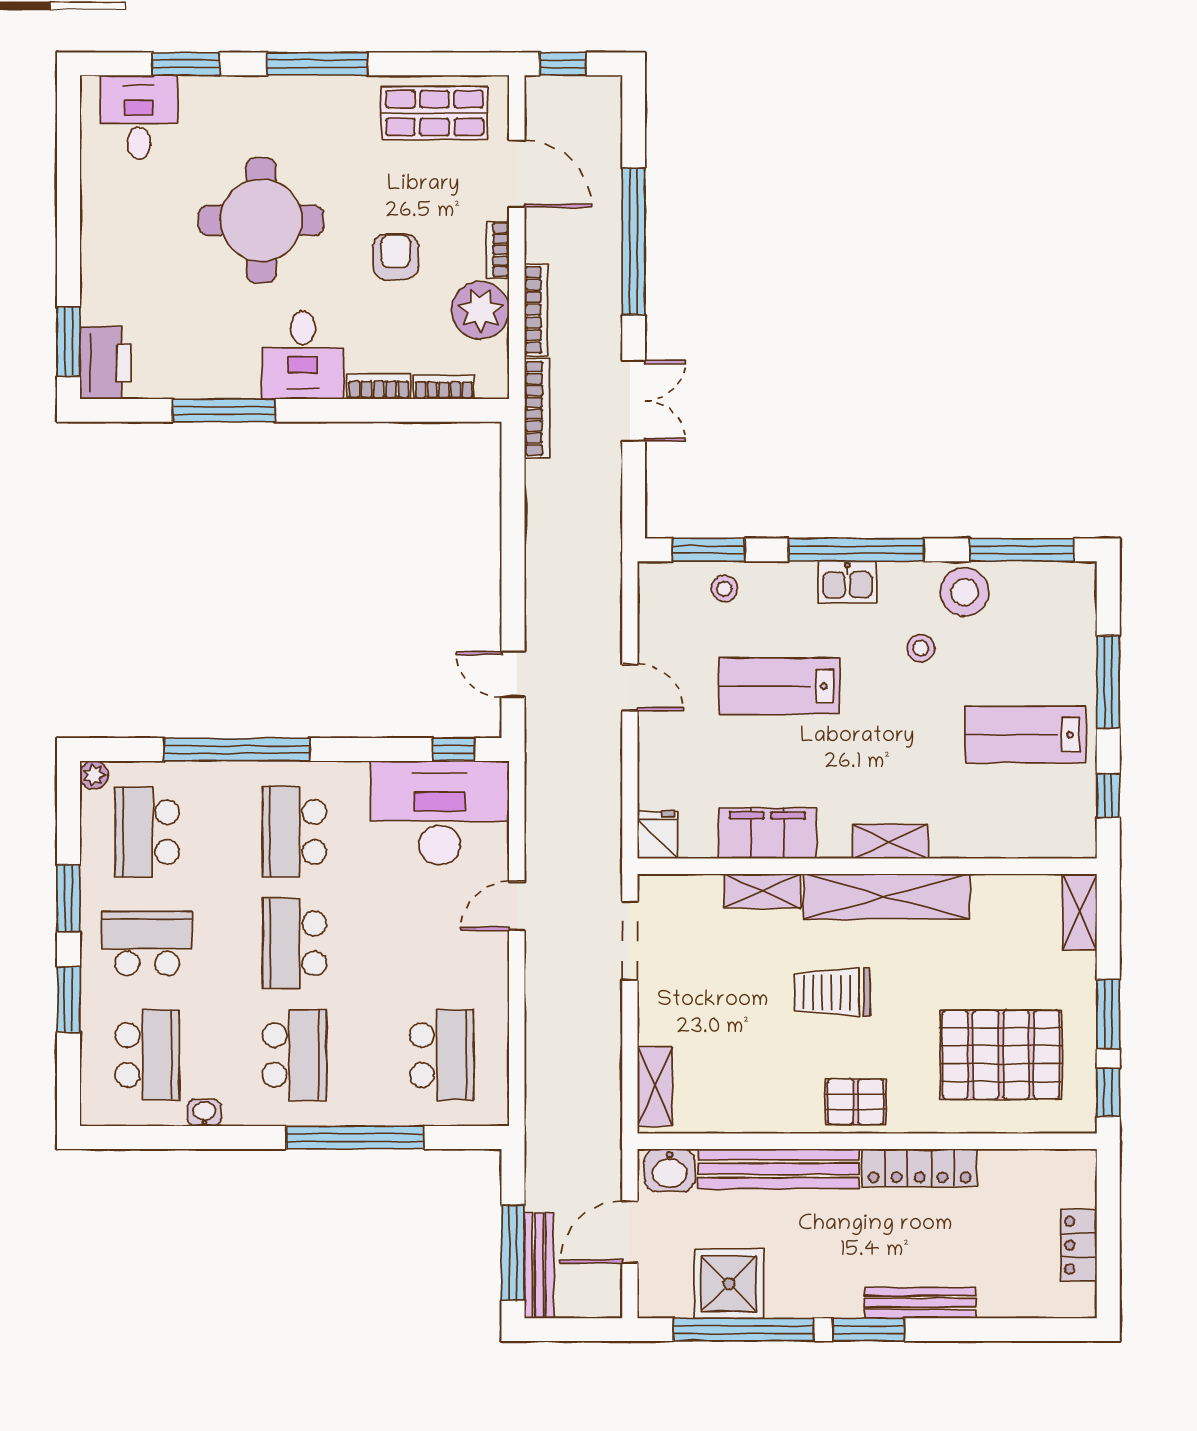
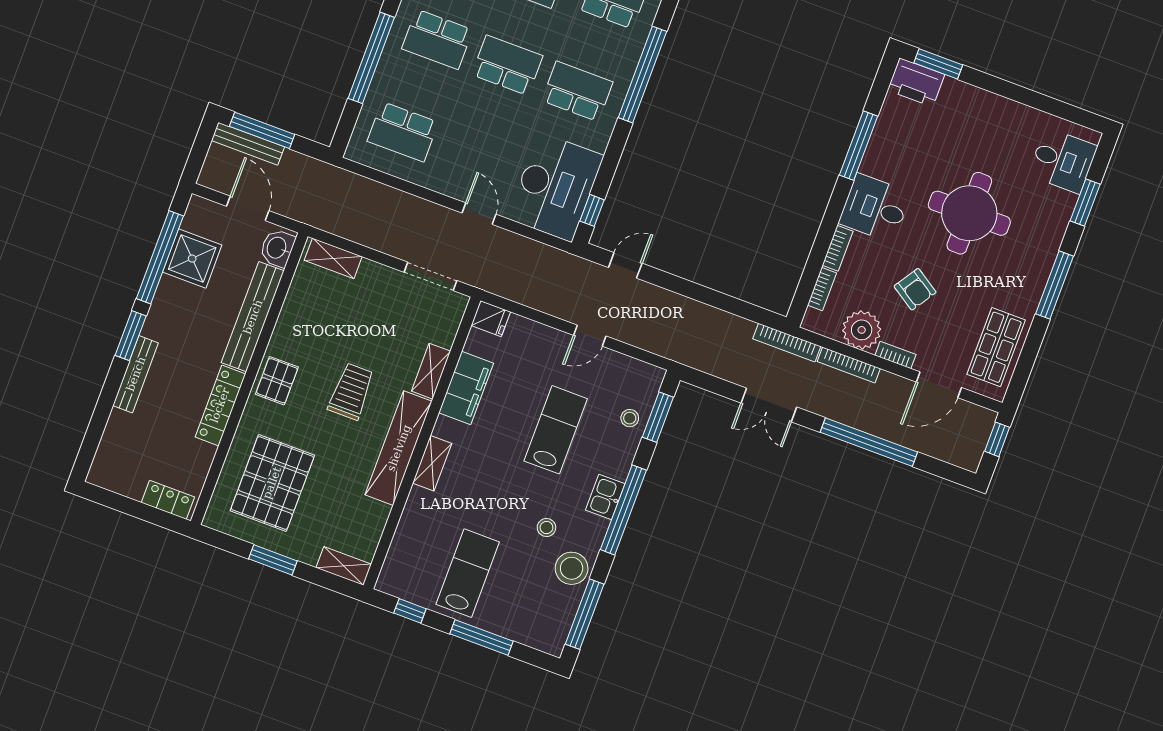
armchair: (396, 257) -> (915, 289), turned 33
window: (1108, 1092) -> (224, 542), removed
locker: (1079, 1245) -> (168, 500), moved

